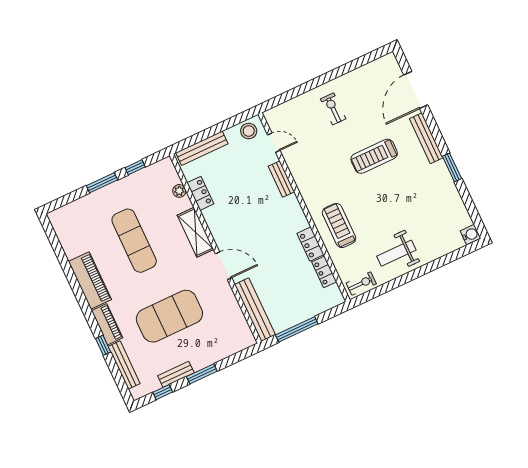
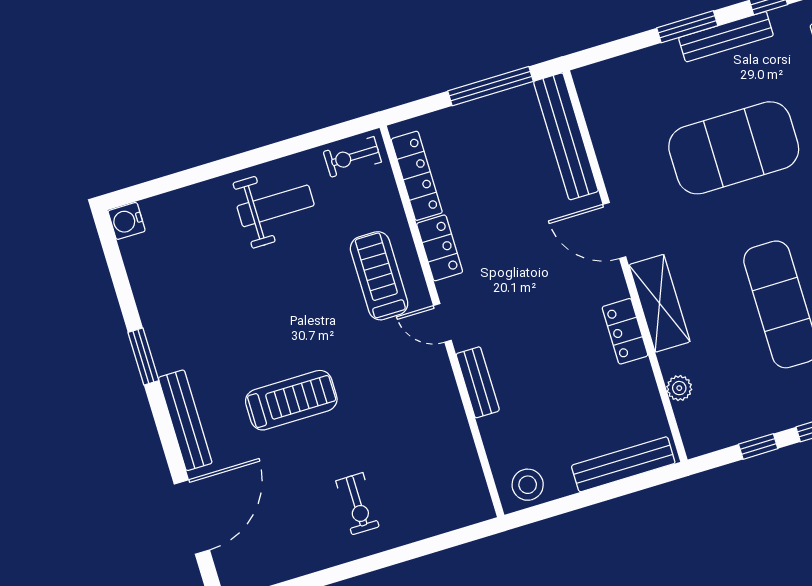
door: (274, 143) -> (442, 323), moved
locker: (200, 193) -> (625, 331), moved
treadmill: (339, 225) -> (379, 276), turned 180
locker: (324, 272) -> (417, 176), width x1.53
bench: (176, 374) -> (726, 37), width x1.36

